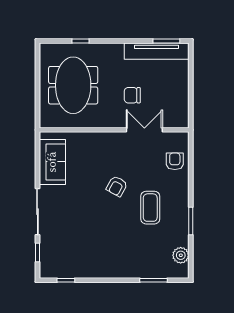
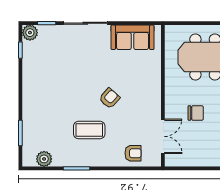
chair: (132, 95) -> (196, 113), turned 90
double door: (144, 130) -> (163, 136), moved
armchair: (117, 186) -> (109, 98), turned 103
plant: (47, 270) -> (30, 33), added

